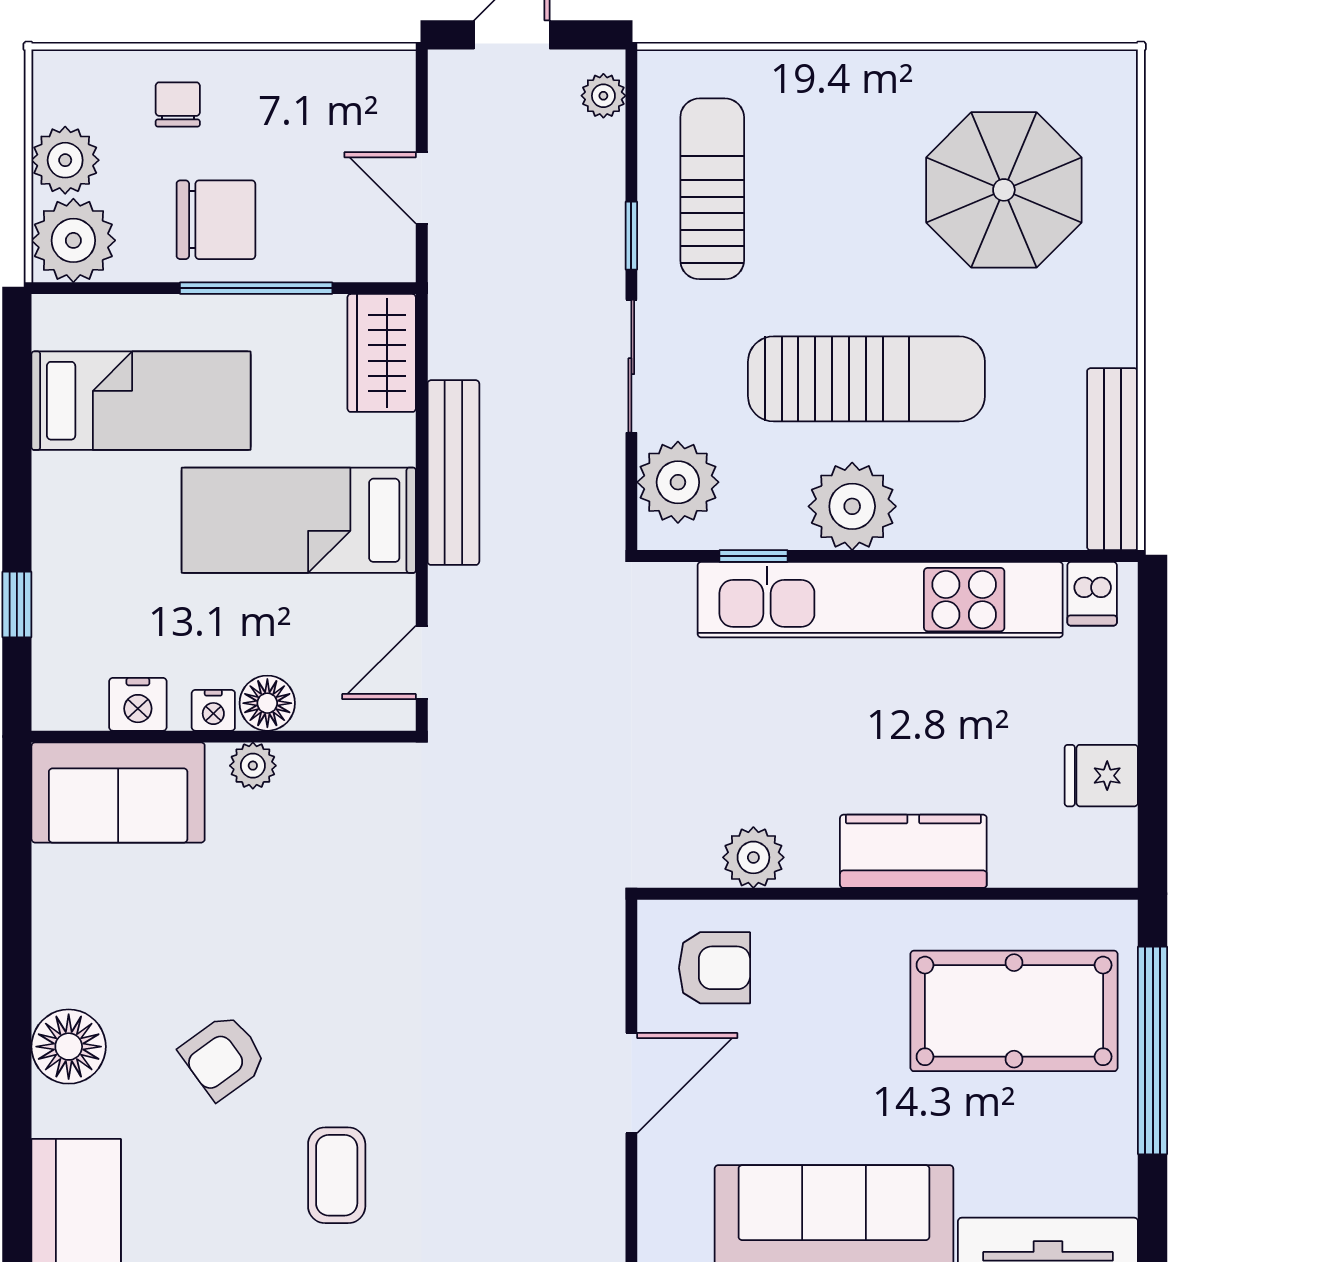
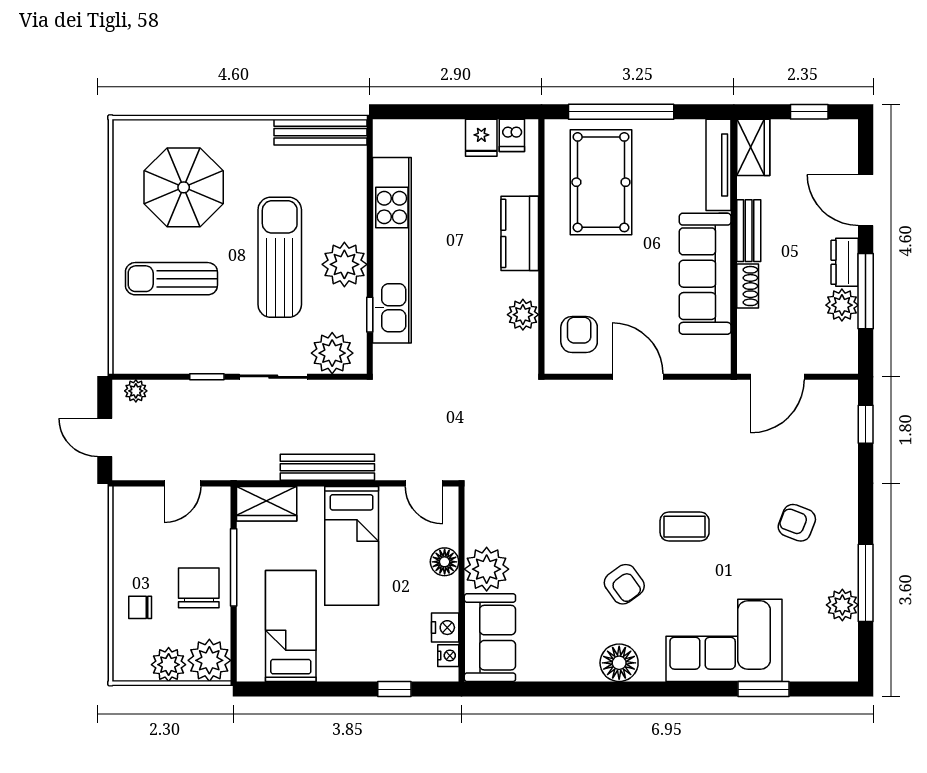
sun lounger: (712, 189) -> (171, 279), moved
dishwasher: (1092, 594) -> (512, 135), moved, turned 90
nightstand: (213, 710) -> (448, 656), moved
plant: (253, 766) -> (487, 569), width x1.88, depth x1.88

